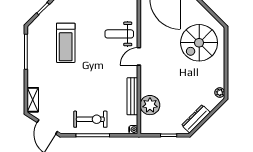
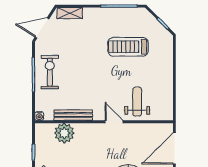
exercise bike: (90, 119) -> (50, 72), turned 180

